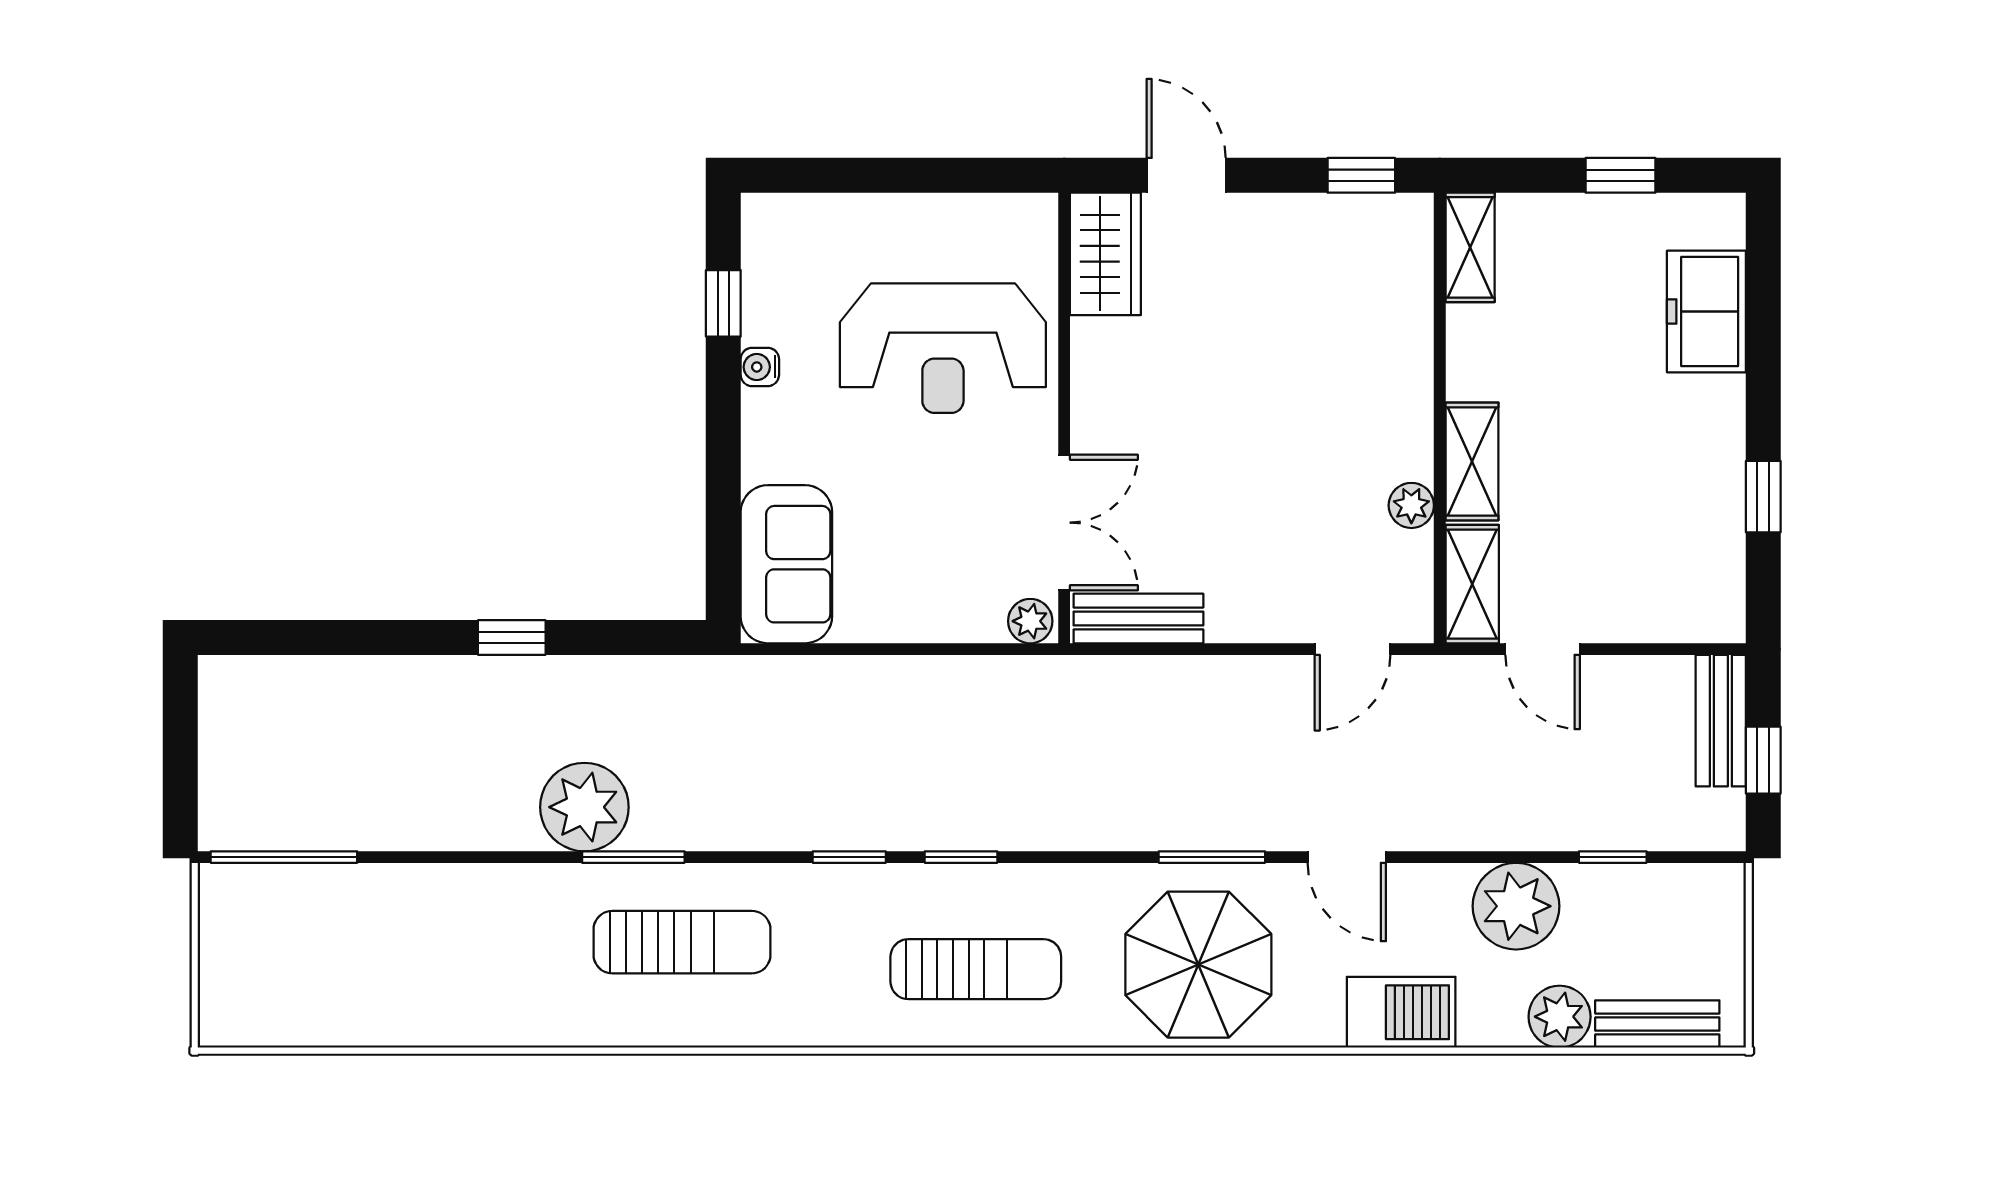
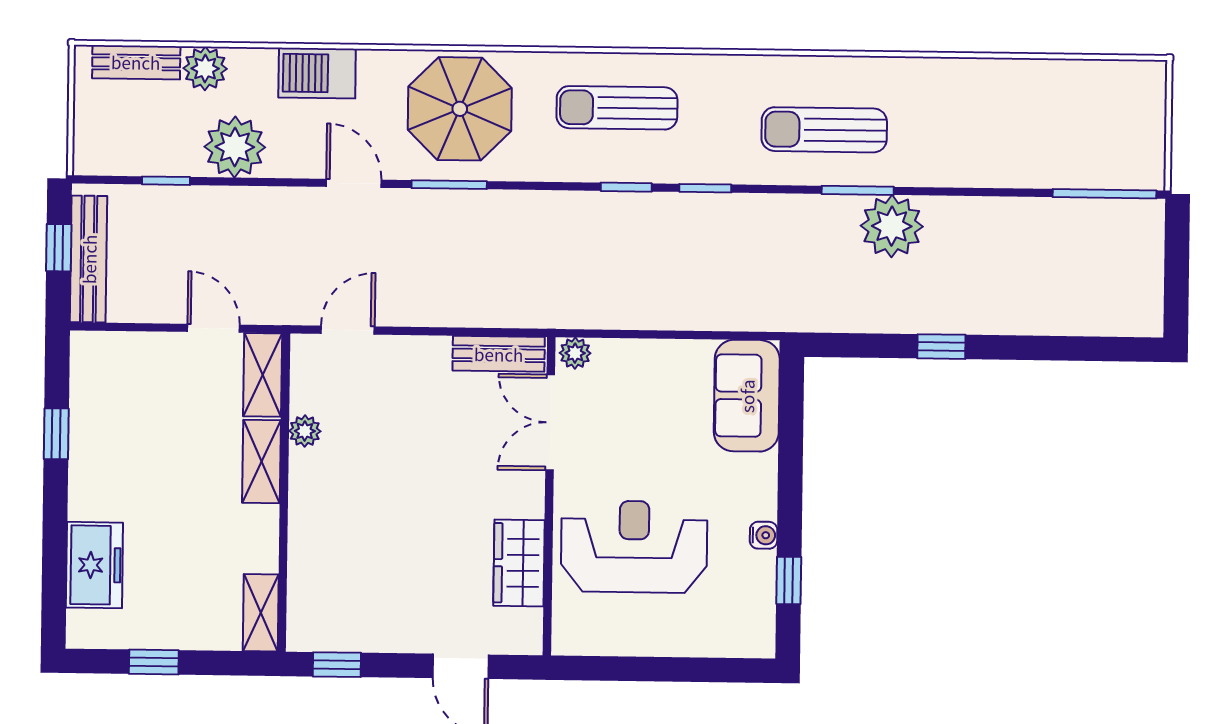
wardrobe: (1105, 254) -> (519, 563), moved
bench: (1721, 721) -> (89, 259), width x1.36

